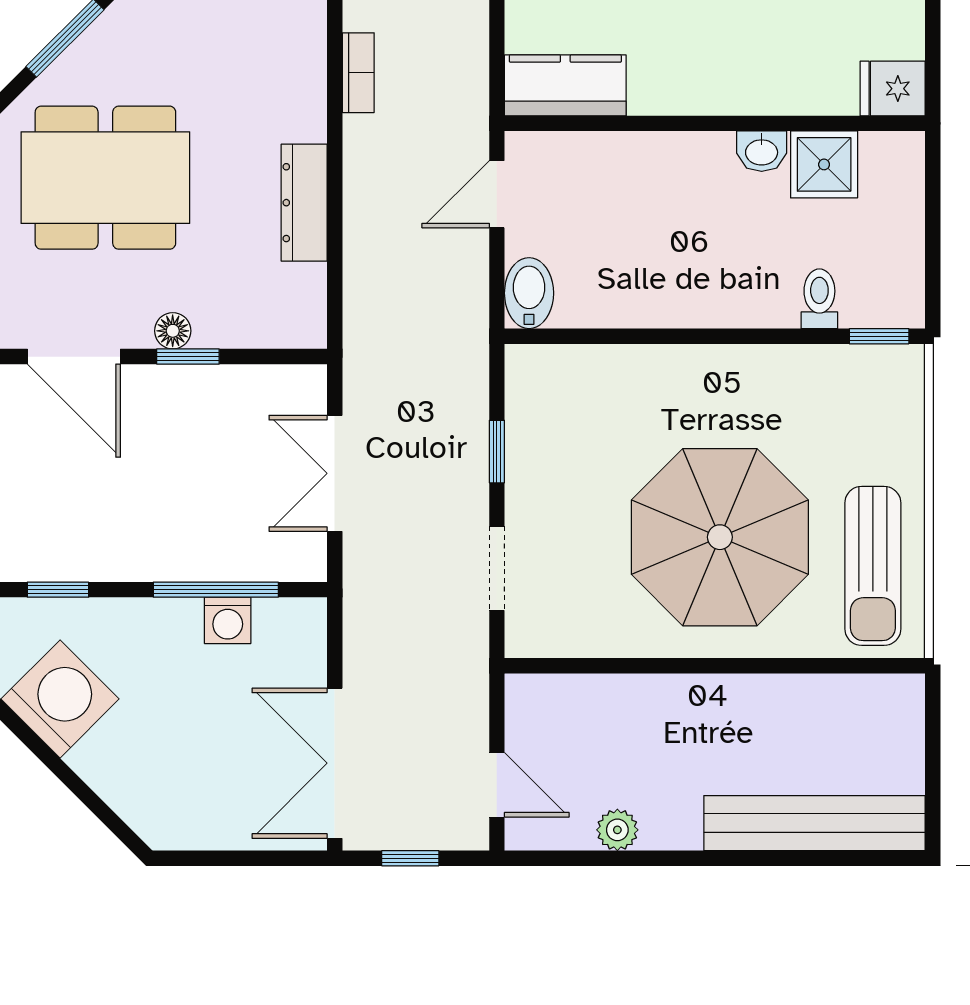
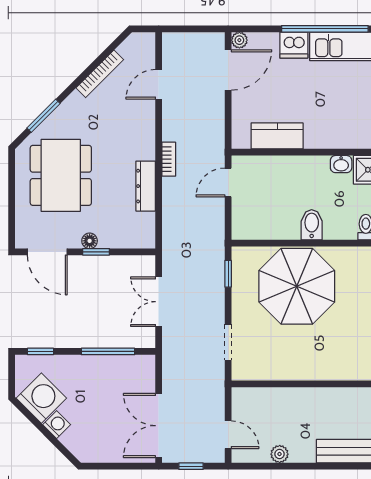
bookcase: (358, 73) -> (169, 159), moved
kitchen counter: (565, 85) -> (277, 136), moved
dining table: (105, 178) -> (61, 175), turned 90
bidet: (529, 293) -> (312, 225), moved
window: (497, 452) -> (228, 274), moved
parasol: (720, 537) -> (297, 286), moved
washing machine: (228, 620) -> (57, 425), moved, turned -135

